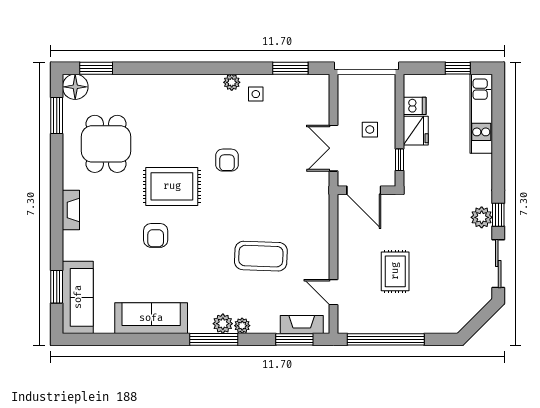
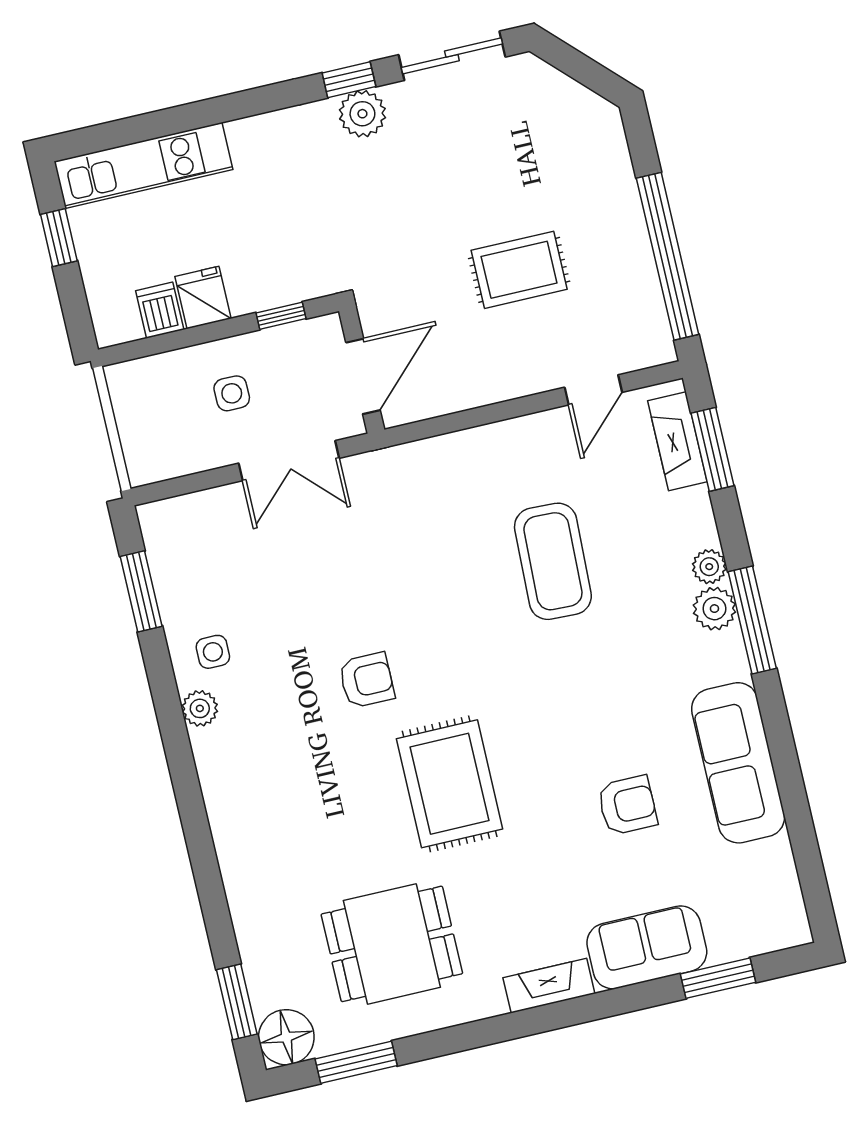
fridge: (416, 131) -> (203, 298), width x0.72
armchair: (156, 235) -> (627, 805), moved
sofa: (78, 297) -> (647, 947), moved, width x0.73

